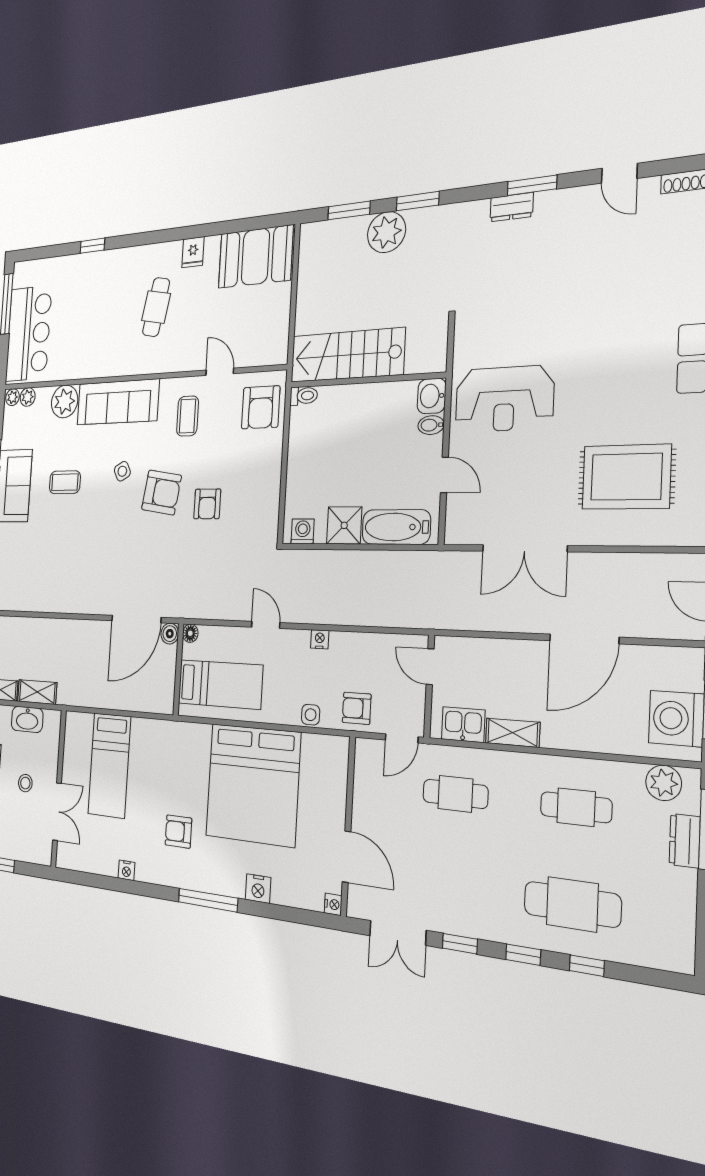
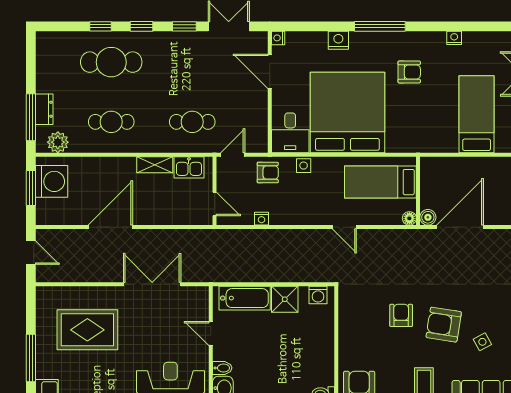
nightstand: (320, 639) -> (262, 219), moved
desk: (325, 763) -> (290, 133), added

